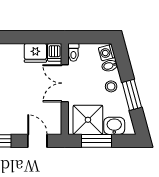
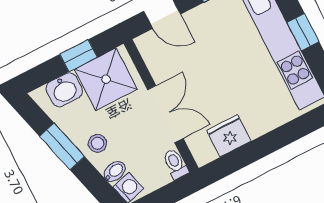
dishwasher: (55, 52) -> (202, 150), removed
window: (96, 141) -> (78, 56), width x0.67

